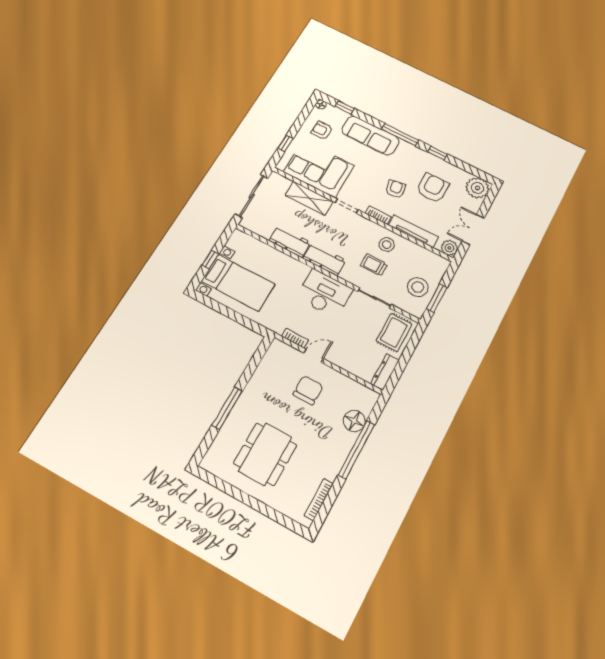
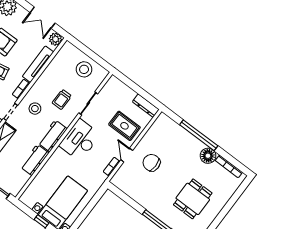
stool: (387, 245) -> (35, 109), moved
window: (437, 298) -> (95, 57), removed
rug: (394, 332) -> (124, 126), moved
floor lamp: (354, 421) -> (208, 156), moved
dining table: (265, 454) -> (193, 199), width x0.73

